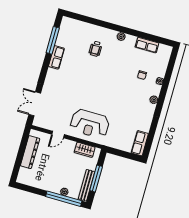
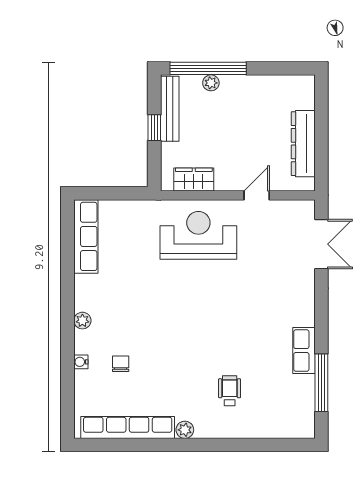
row of seats: (147, 45) -> (128, 427), width x2.02
row of seats: (140, 143) -> (86, 236), width x1.48
window: (96, 179) -> (154, 128), width x0.46

